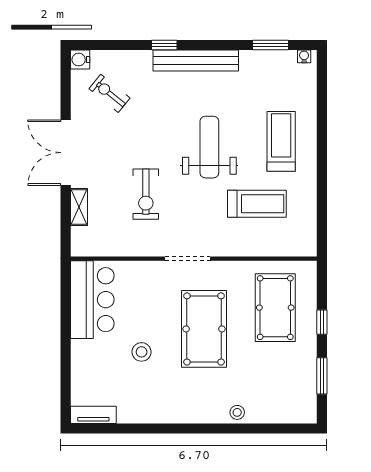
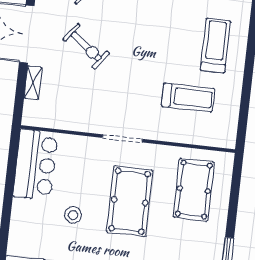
weight bench: (209, 147) -> (152, 43), removed
exercise bike: (146, 194) -> (86, 46), moved, turned -53
window: (322, 322) -> (233, 207), removed

